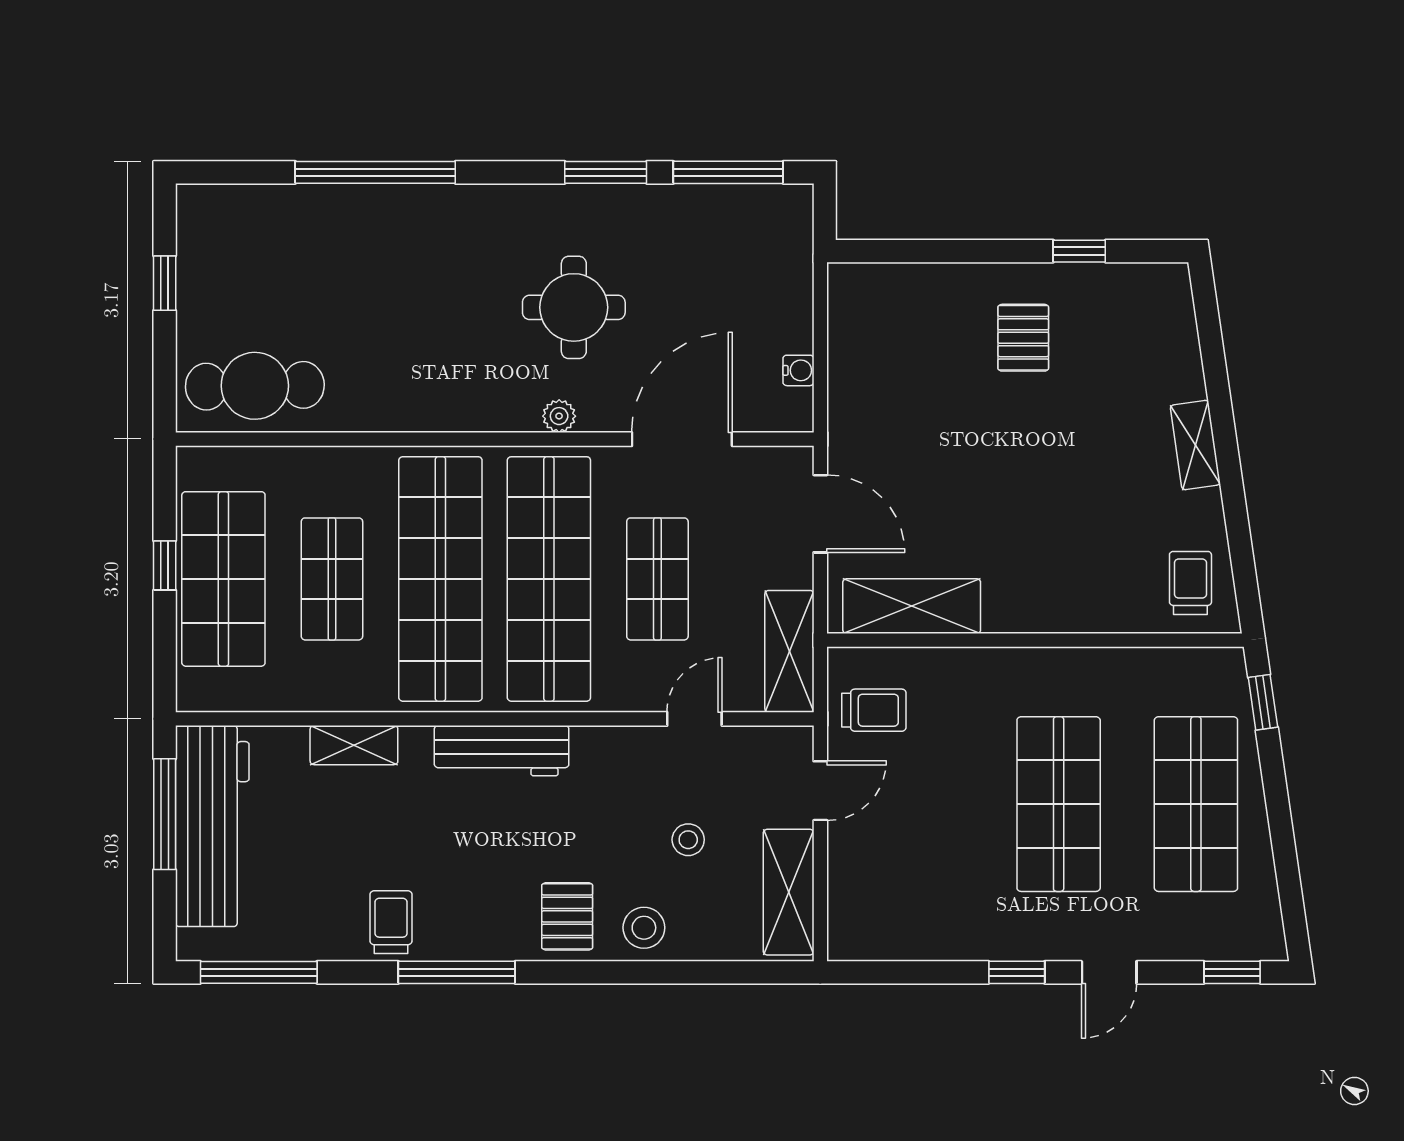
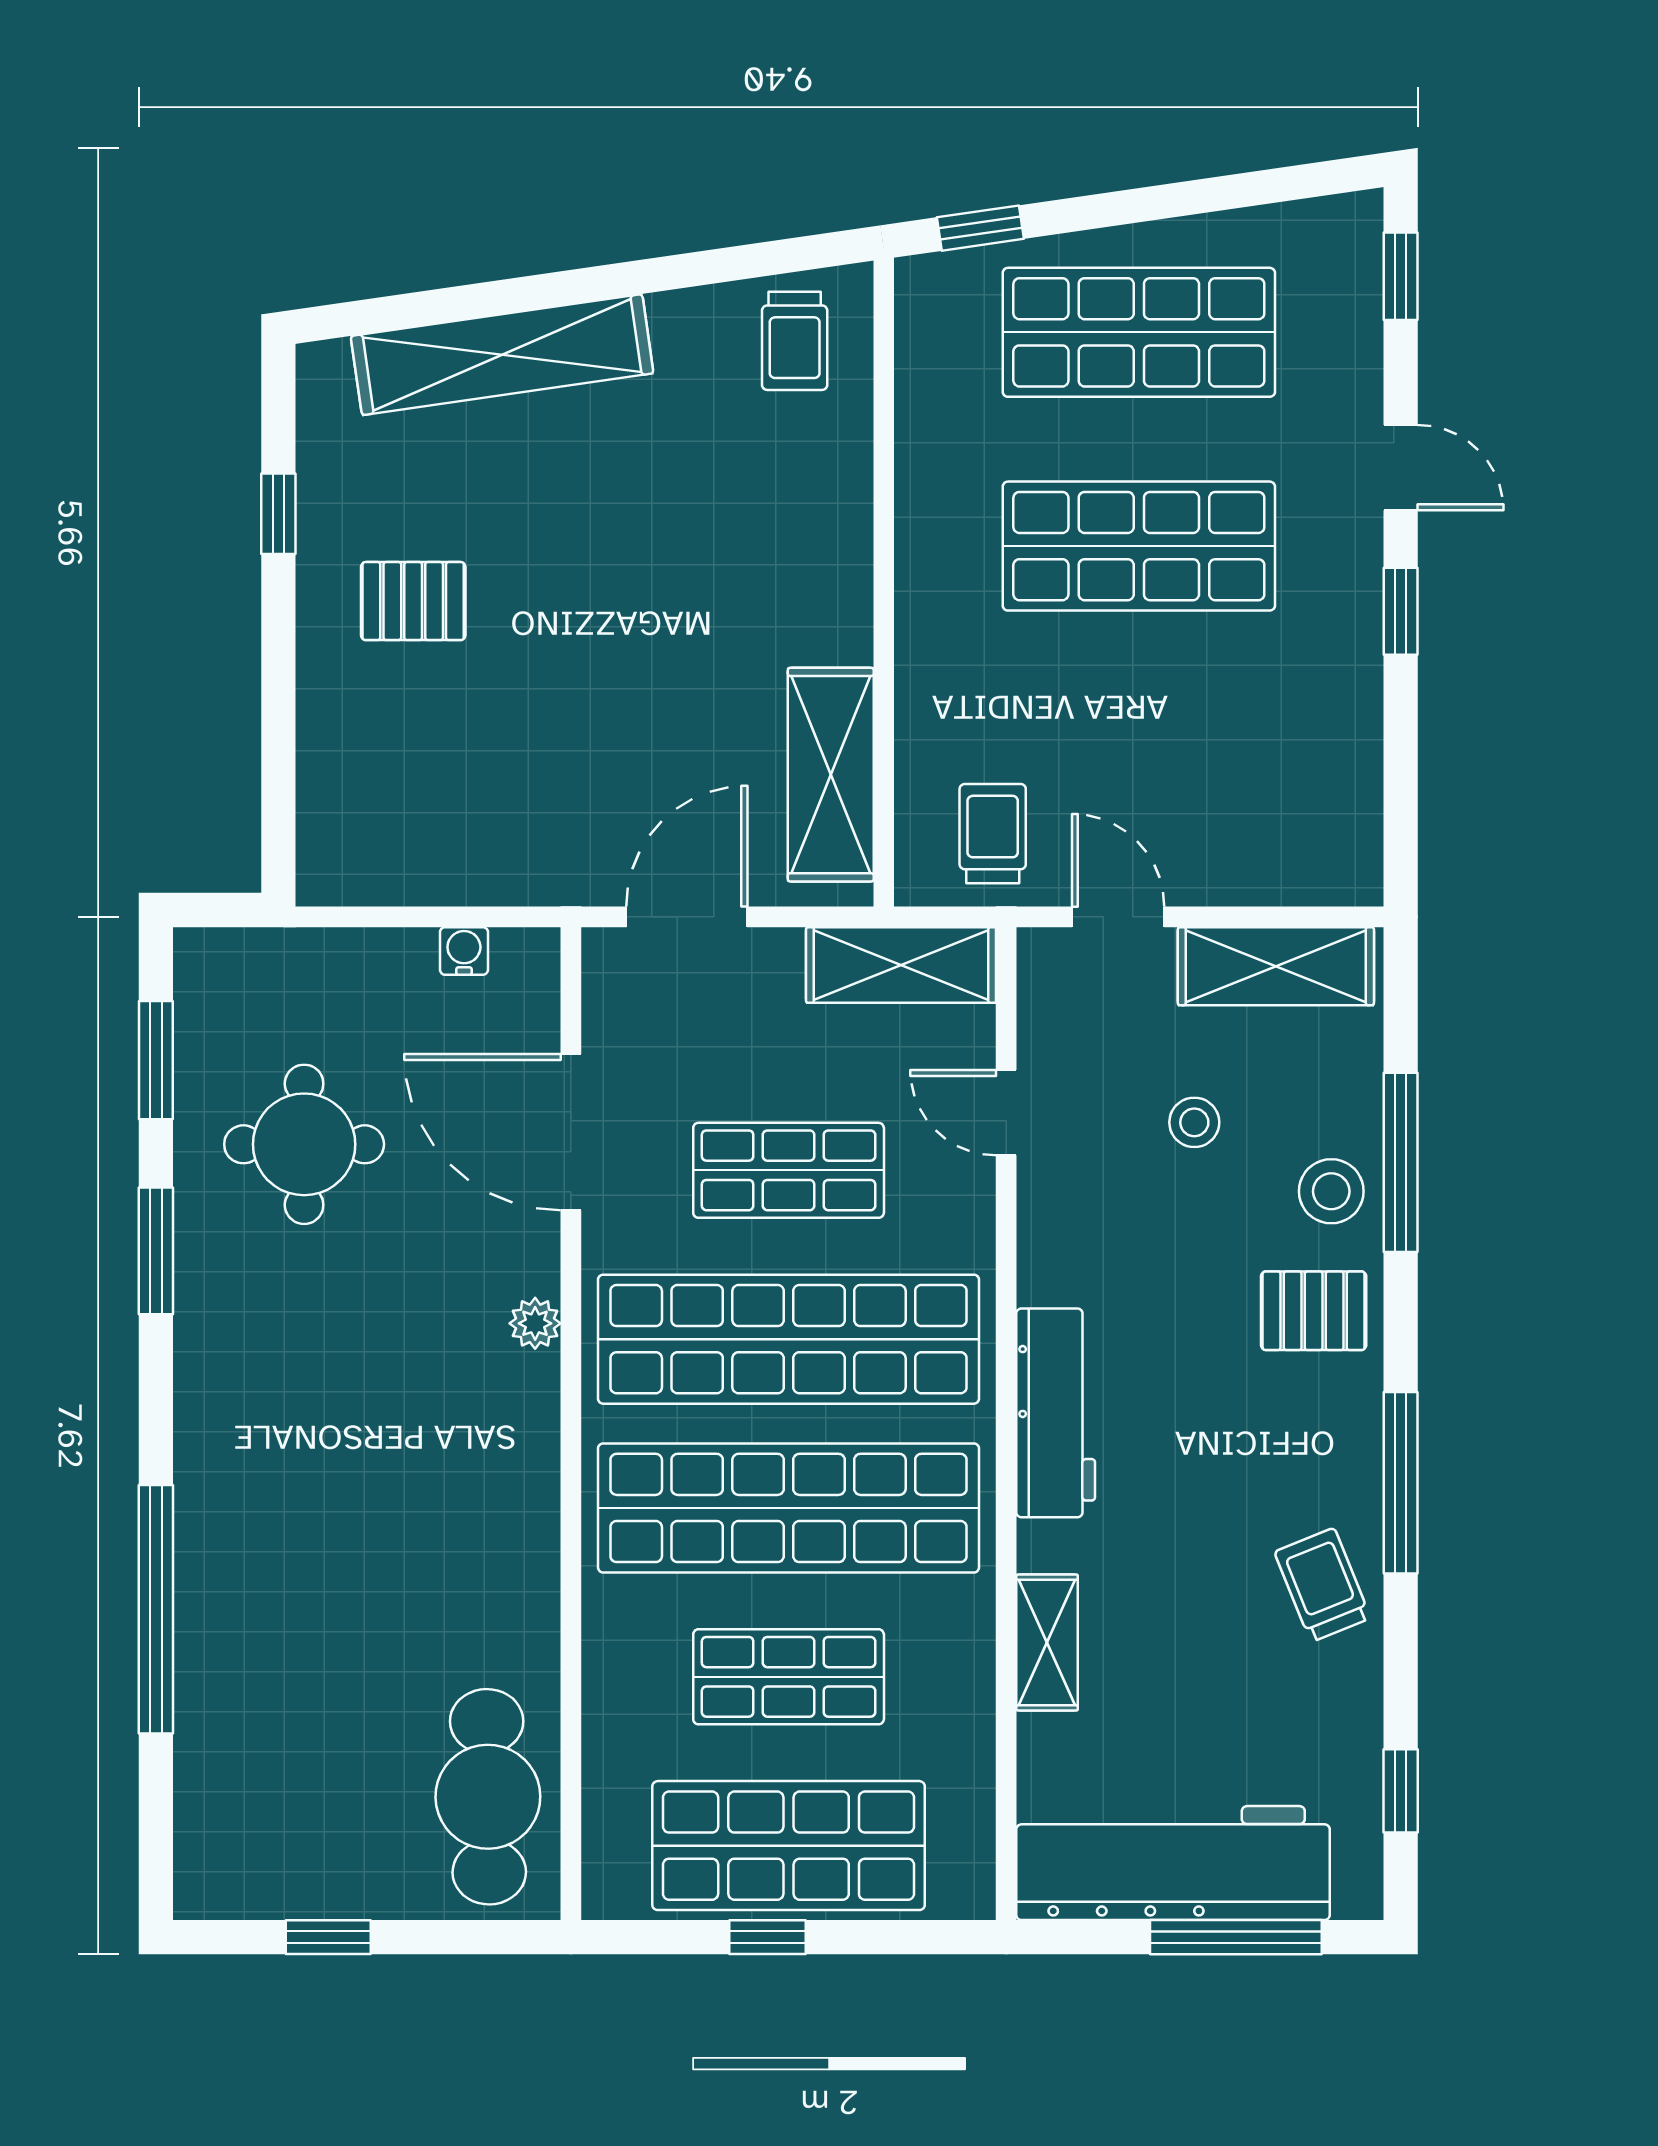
window: (728, 172) -> (156, 1060), width x0.69
round table: (574, 307) -> (304, 1144), moved
shelving: (1195, 445) -> (502, 355), width x2.20, depth x1.33
trolley: (1190, 583) -> (795, 341), turned -90
window: (165, 814) -> (1236, 1937), moved
trolley: (391, 922) -> (1323, 1585), turned 68
window: (259, 972) -> (1401, 1791), width x0.46
window: (662, 972) -> (1401, 1162), added

